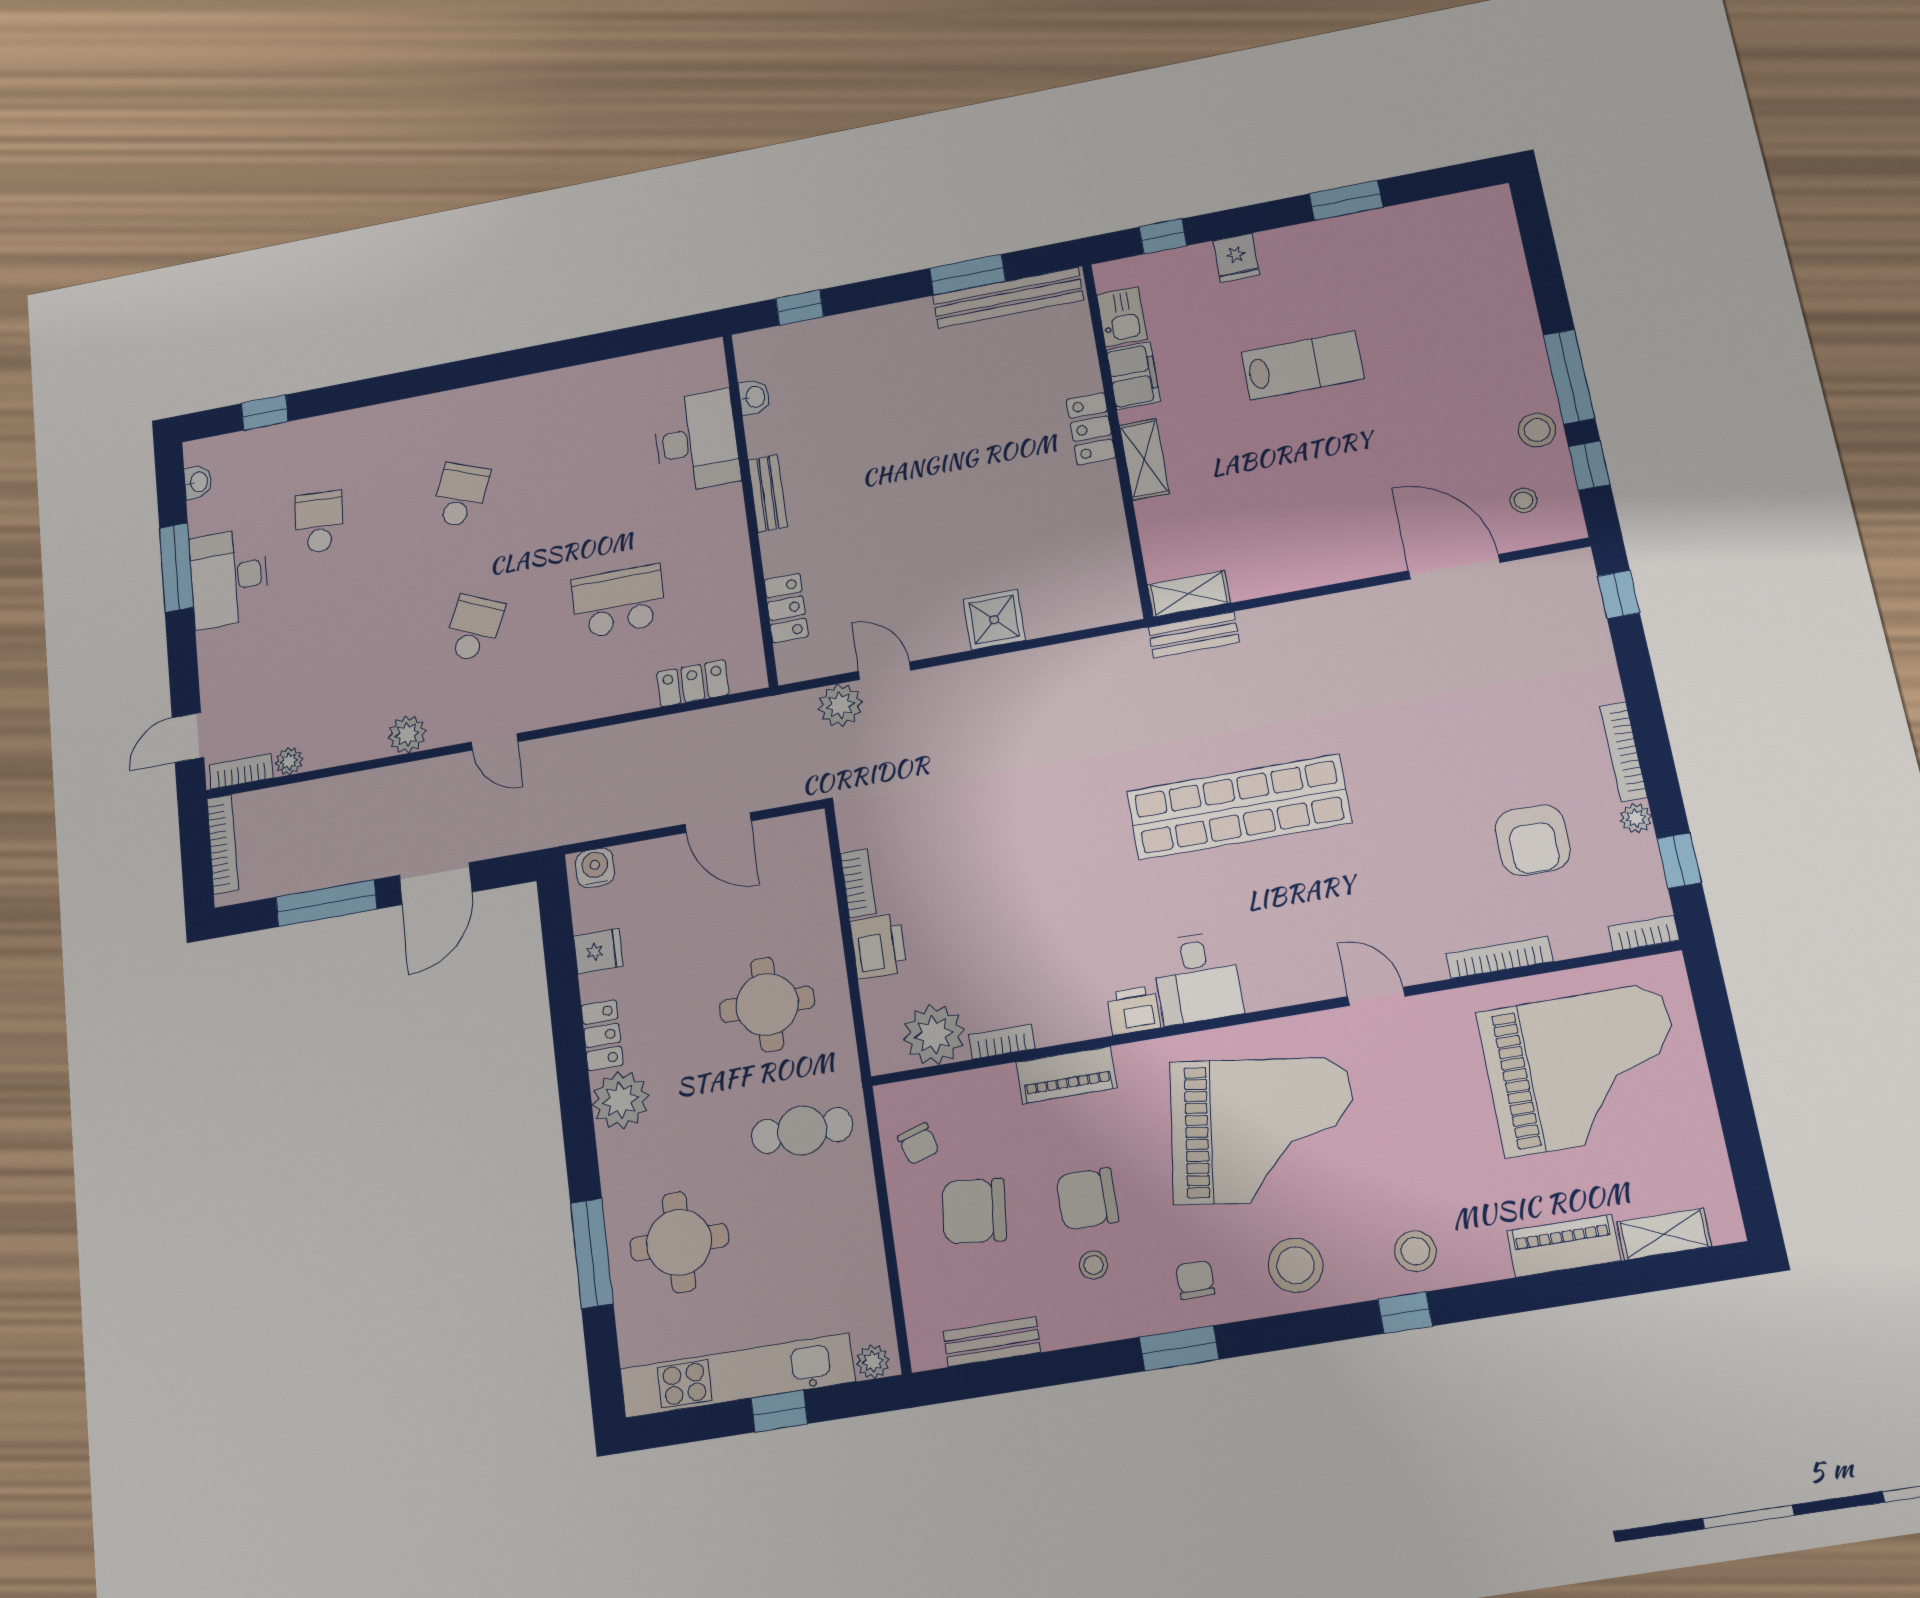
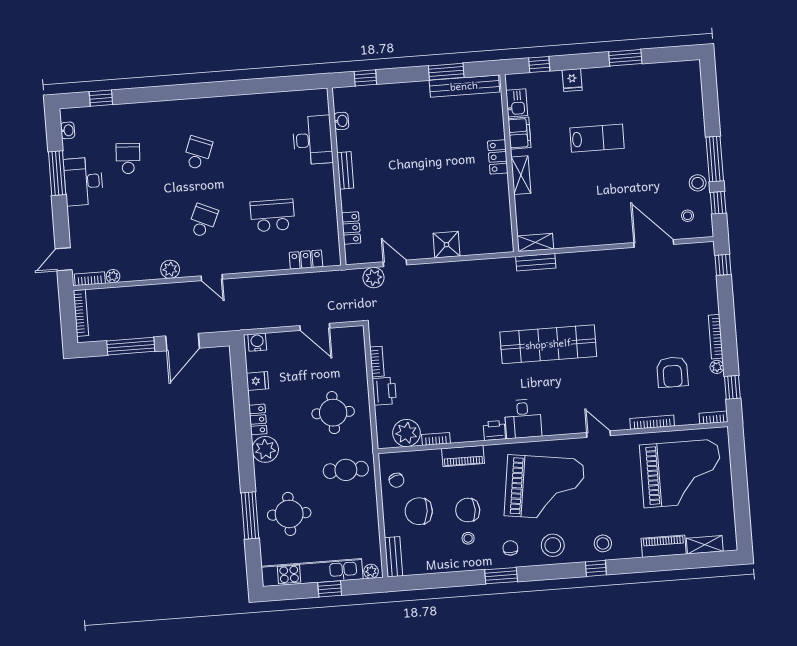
bench: (992, 1342) -> (394, 557), moved, turned 90

